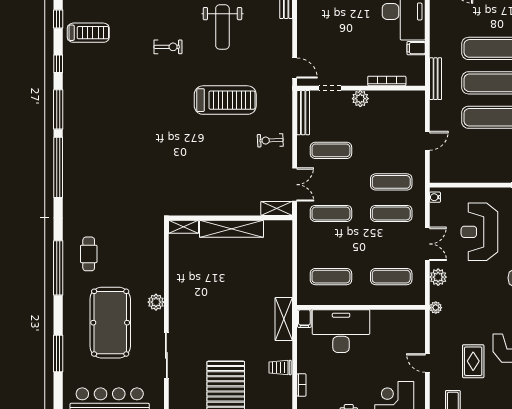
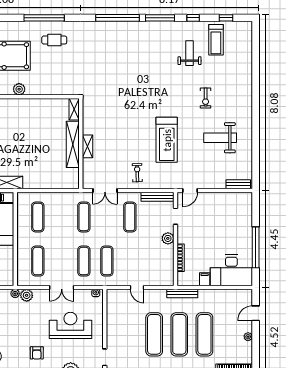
weight bench: (107, 69) -> (190, 53), added
shelving: (277, 208) -> (87, 146), moved
plant: (438, 277) -> (27, 295), moved

